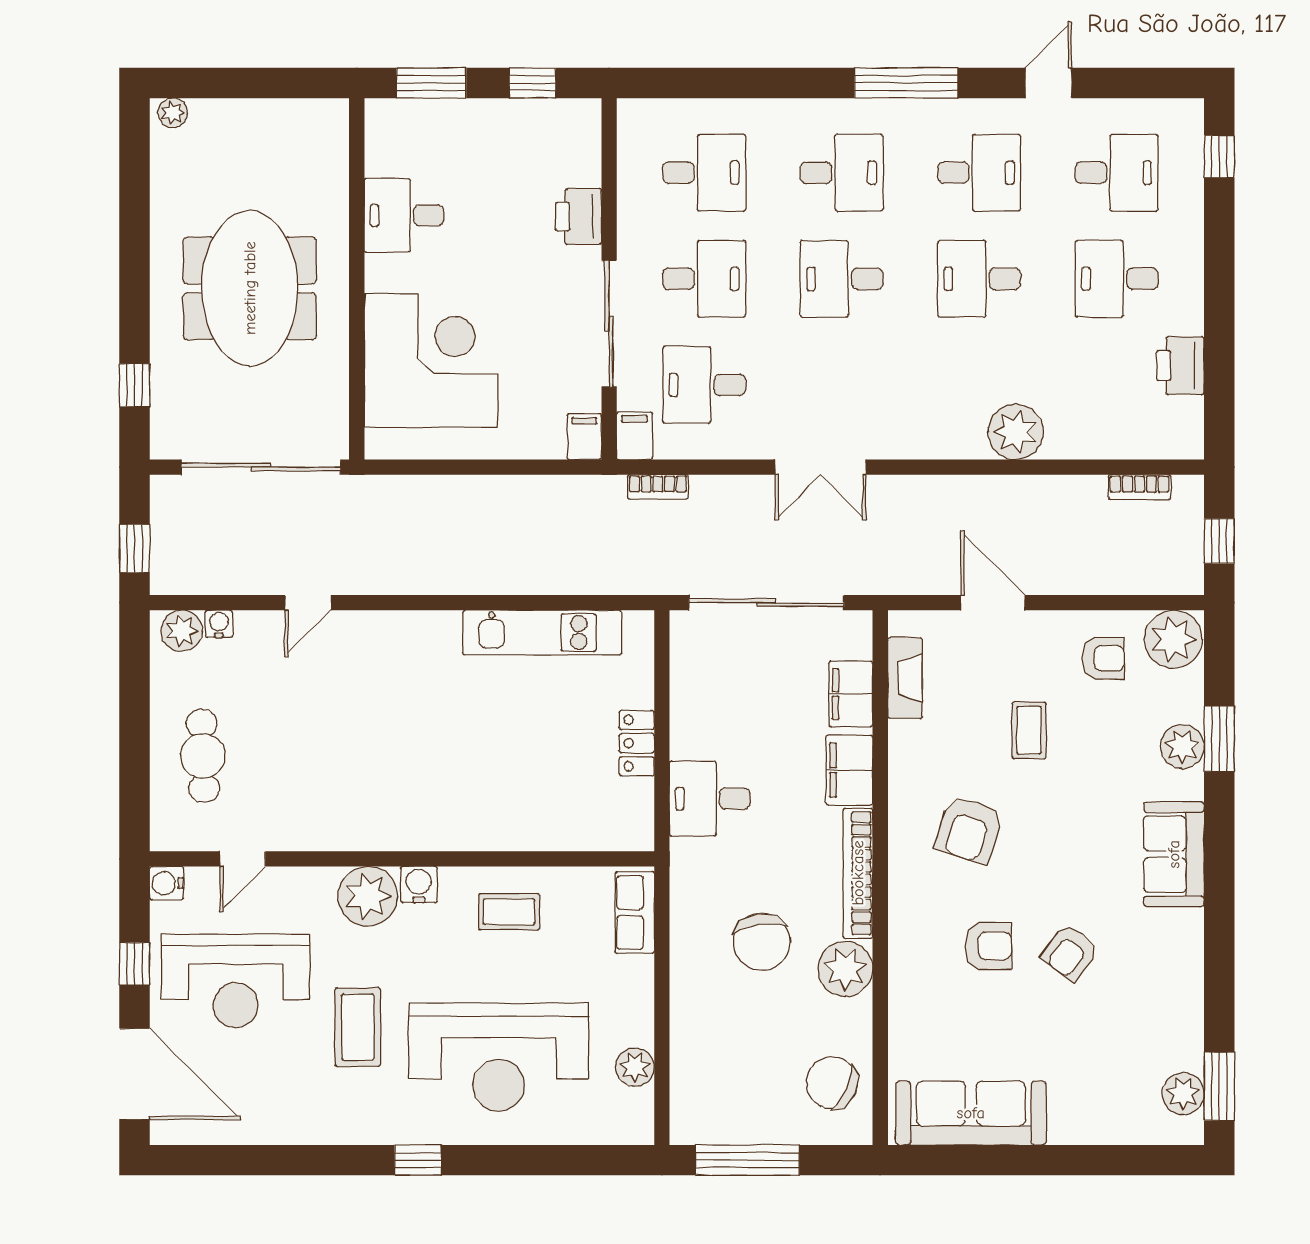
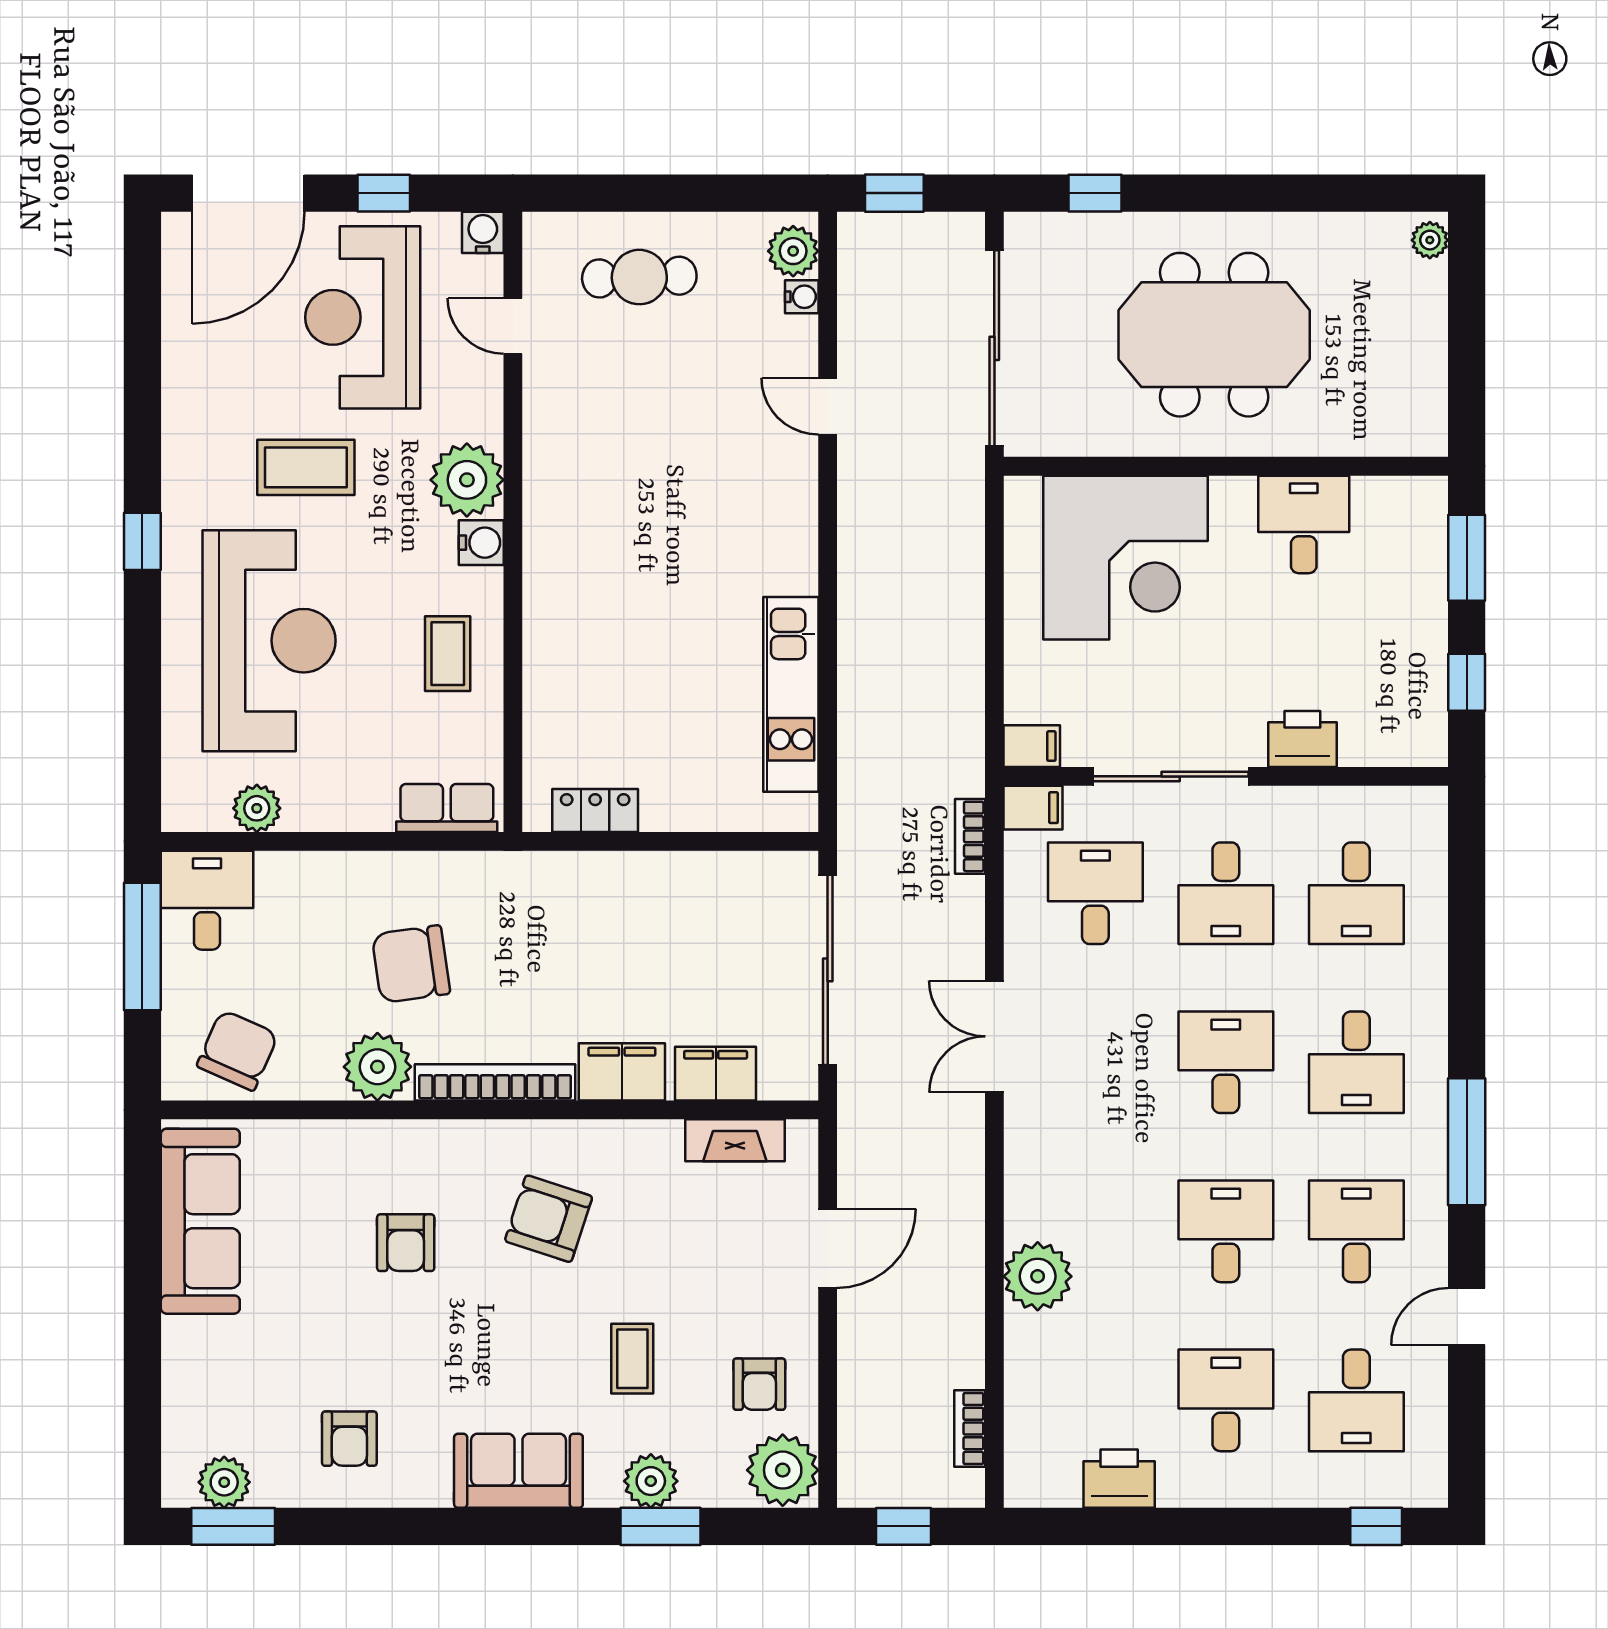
door: (1048, 83) -> (1467, 1317), swing flipped
desk: (979, 173) -> (1356, 1231), turned 180
coffee table: (1029, 730) -> (632, 1359), moved, turned 90
locker: (637, 743) -> (595, 810), moved
desk: (710, 799) -> (207, 900), moved
armchair: (1070, 952) -> (349, 1439), moved, turned -127
reception desk: (499, 1057) -> (269, 641), turned 180

